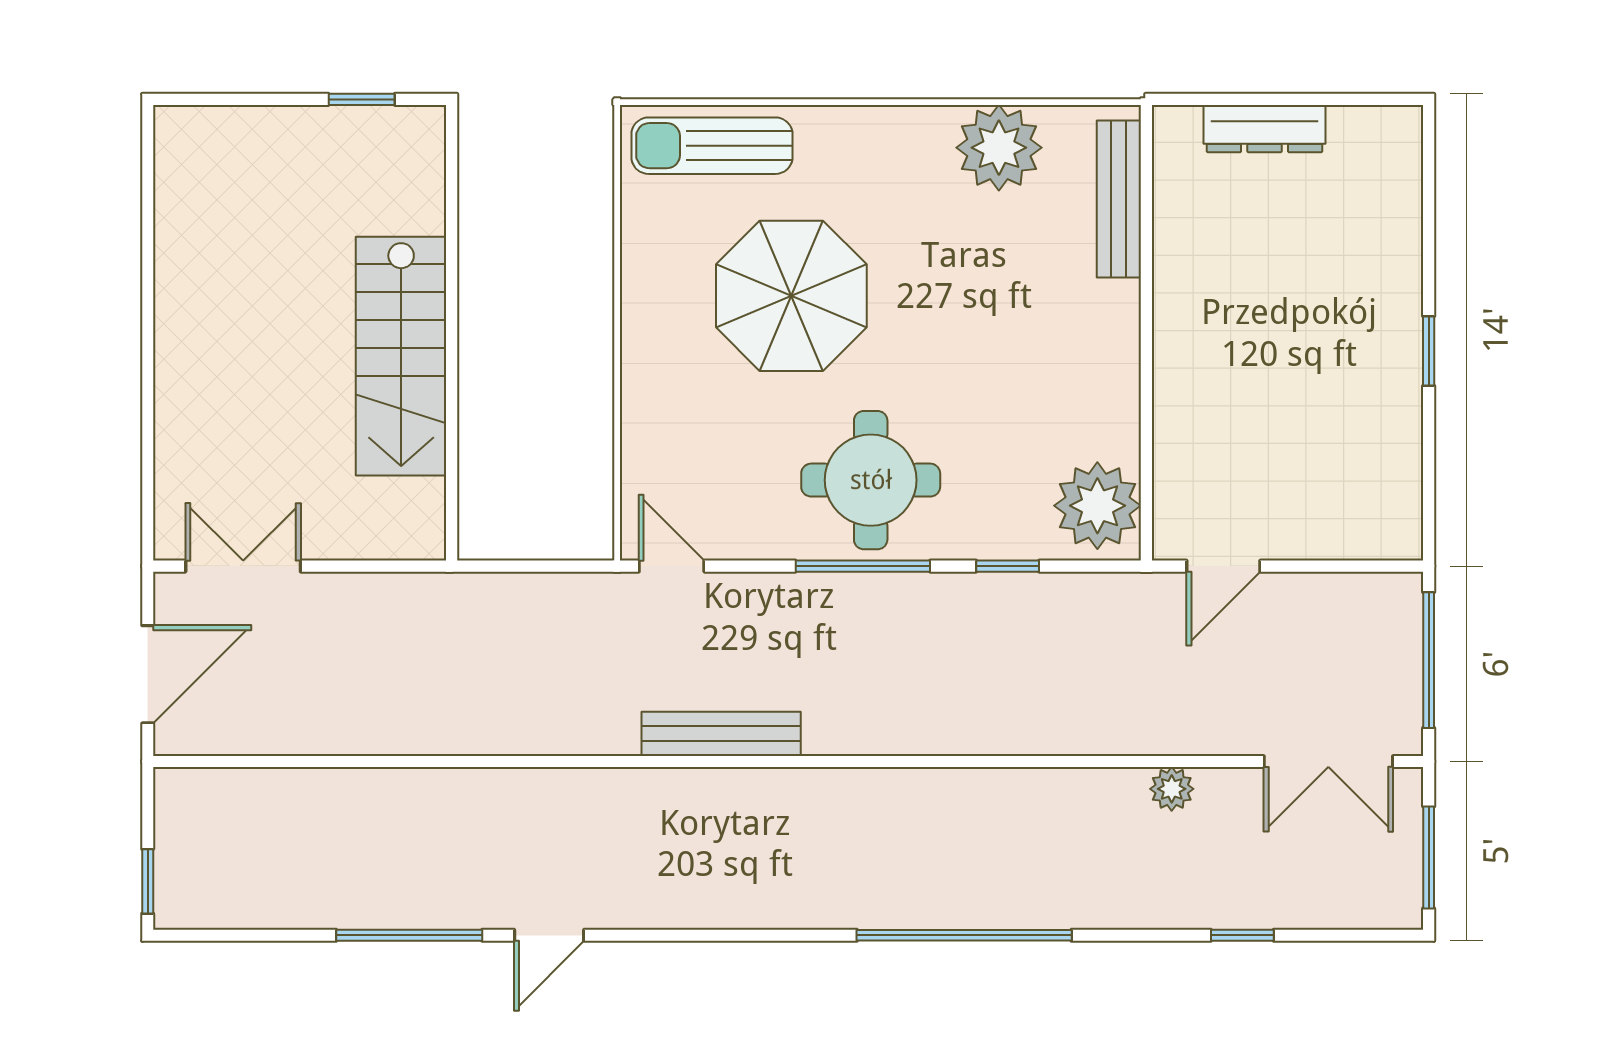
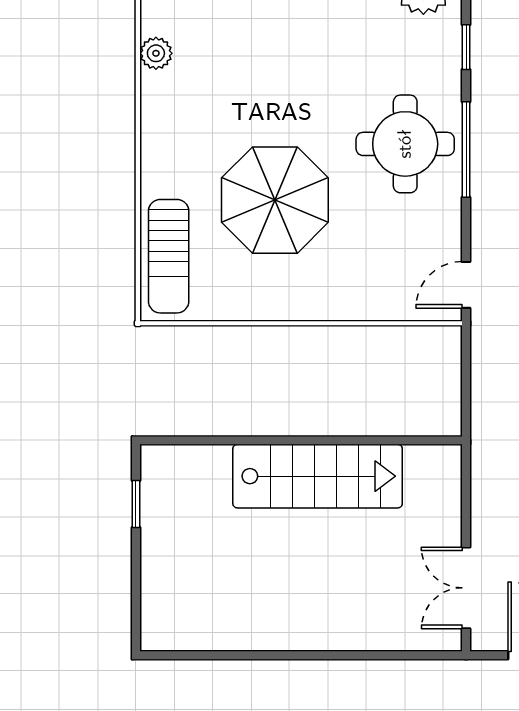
plant: (999, 148) -> (156, 53), width x0.53, depth x0.53

